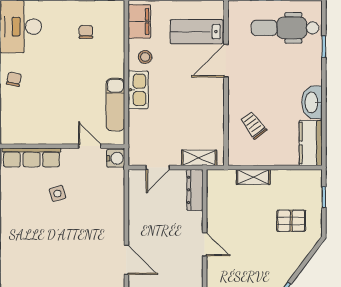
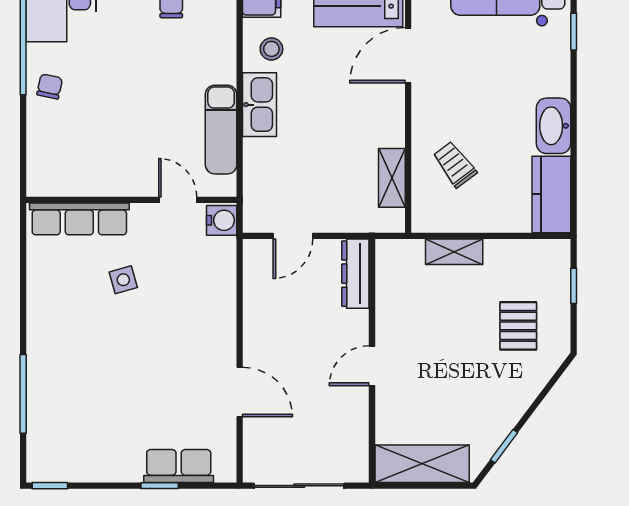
shelving: (199, 158) -> (392, 178), moved, turned 90
pallet: (291, 221) -> (518, 326), turned 90
door: (205, 244) -> (372, 366), swing flipped

